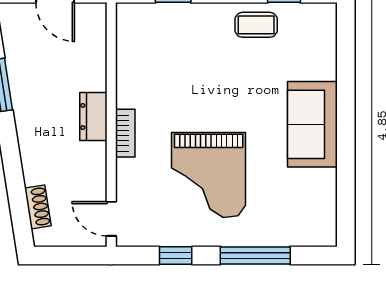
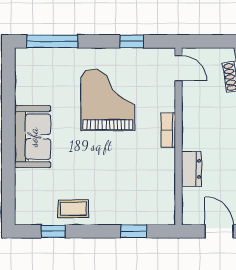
dresser: (93, 116) -> (191, 169), moved
window: (255, 255) -> (52, 41), moved

